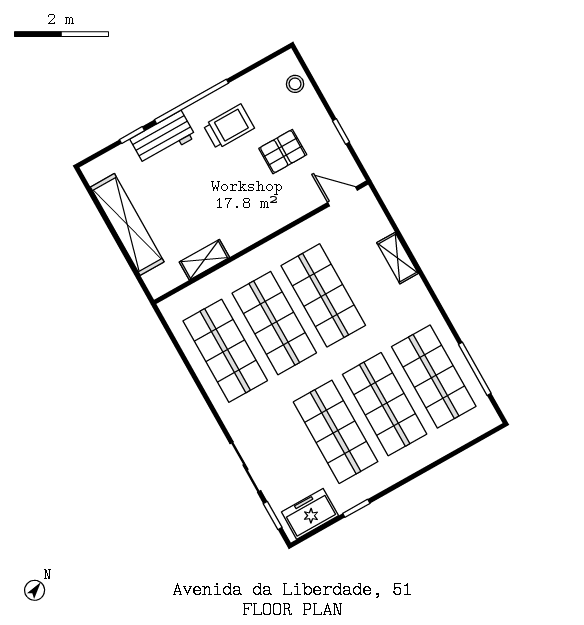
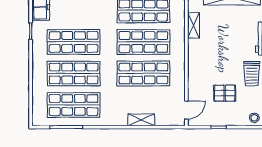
pallet: (283, 152) -> (225, 93), turned 90

